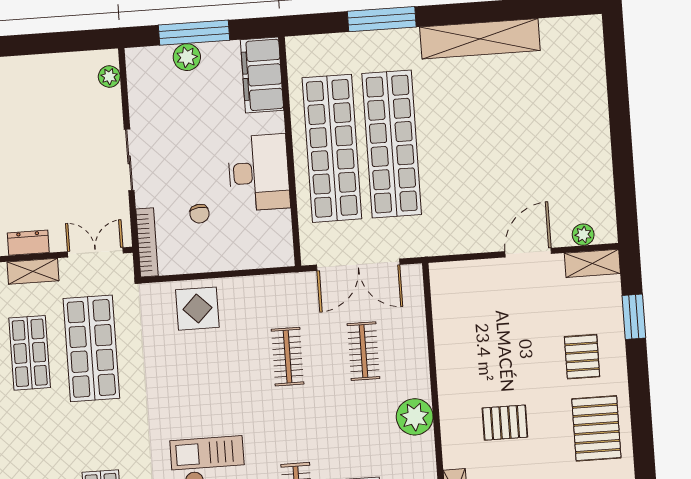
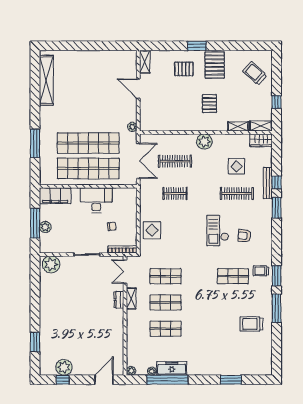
shelving: (480, 39) -> (46, 80), moved
plant: (109, 77) -> (51, 264), width x1.88, depth x1.88
plant: (583, 235) -> (132, 127), moved
window: (634, 317) -> (197, 46), moved
shop shelf: (91, 348) -> (166, 276), width x0.70, depth x0.74
clothes rail: (363, 351) -> (175, 161), width x1.36
pallet: (596, 428) -> (215, 65), turned 90

